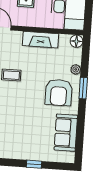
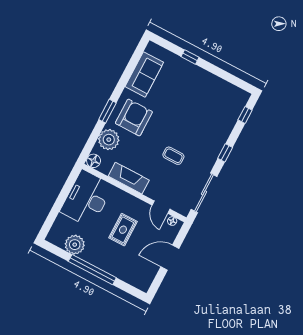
plant: (76, 69) -> (109, 140), width x1.88, depth x1.88

